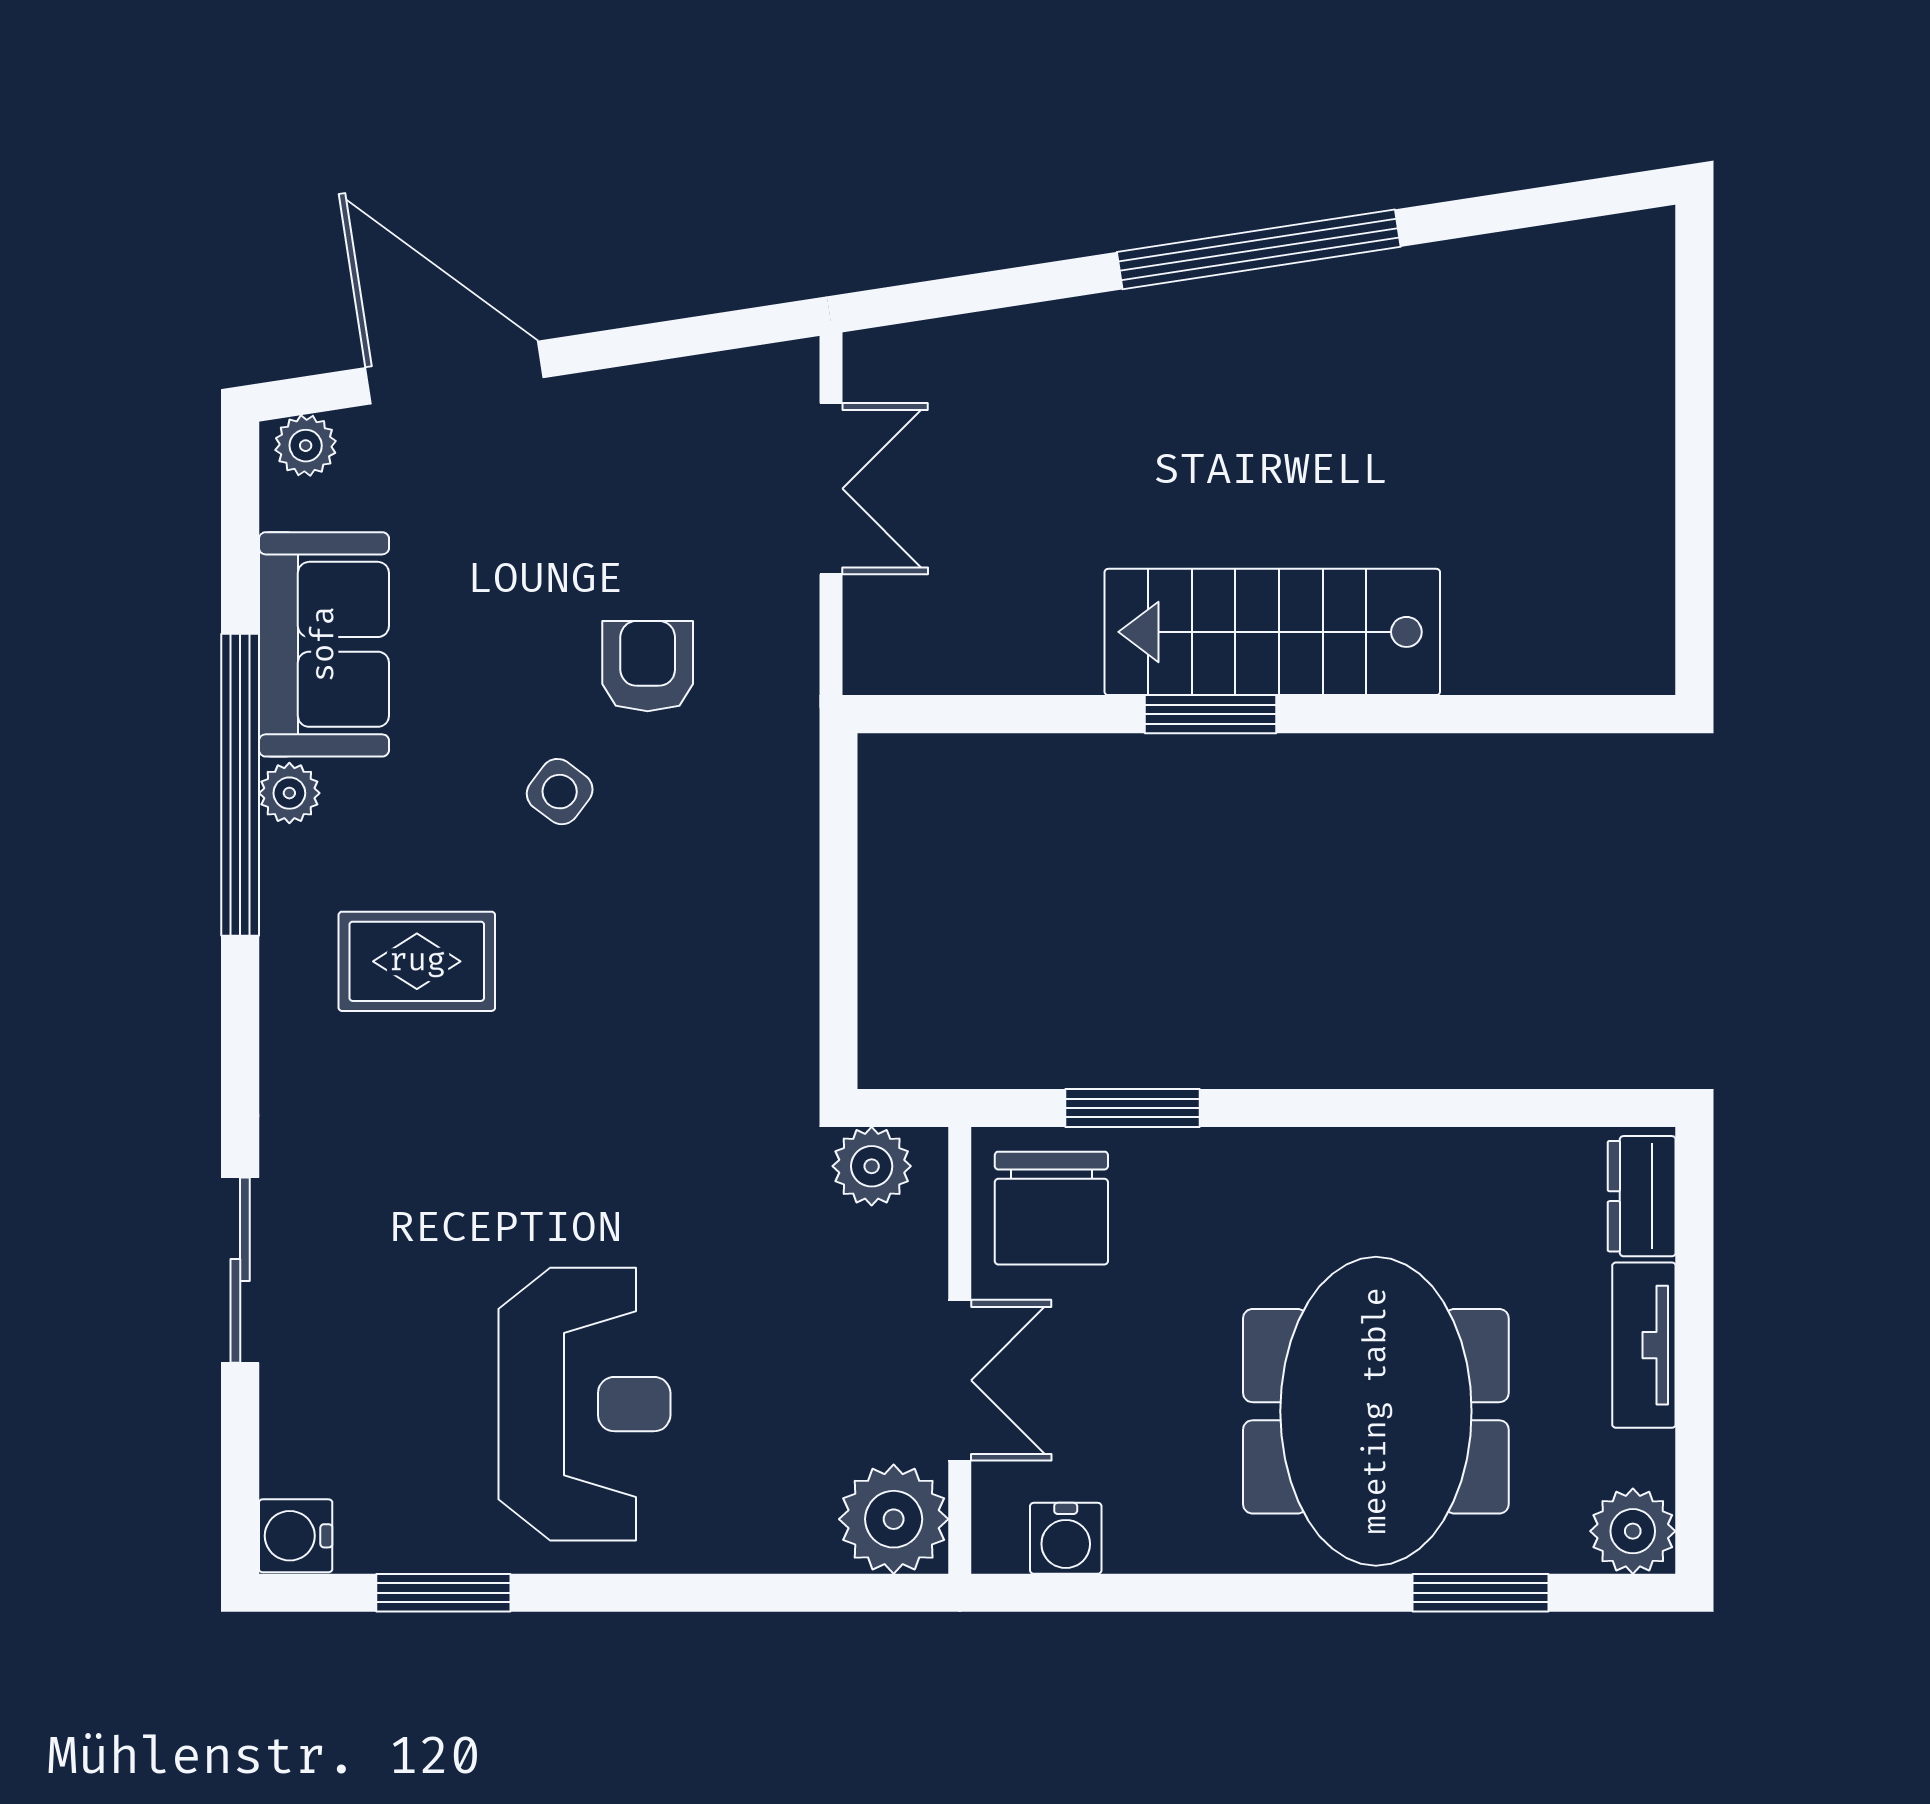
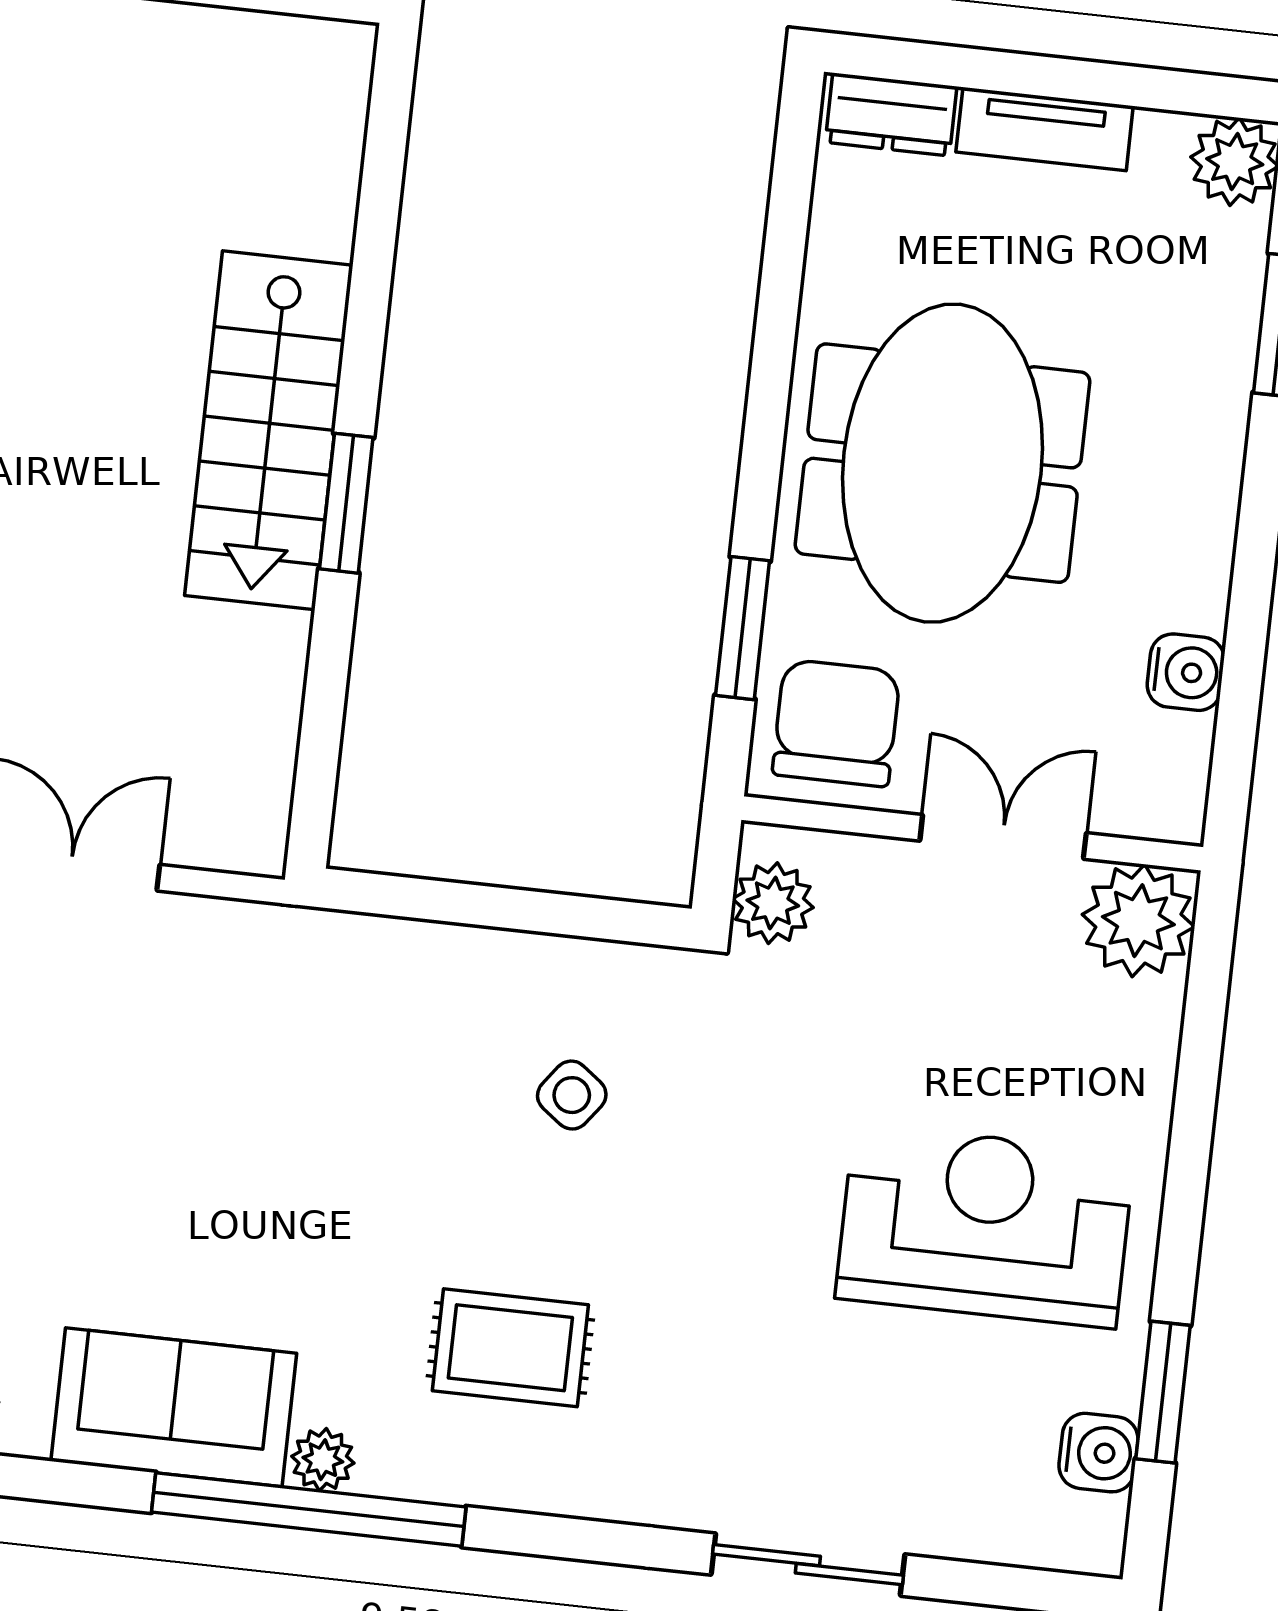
armchair: (648, 666) -> (233, 1077), removed
side table: (560, 792) -> (572, 1095), moved
rug: (417, 961) -> (510, 1348), turned 90
chair: (1051, 1208) -> (836, 723), turned -90
meeting table: (1376, 1411) -> (943, 463), moved, turned 90
water cooler: (296, 1536) -> (1098, 1453), moved, turned -90
water cooler: (1066, 1538) -> (1186, 672), moved

